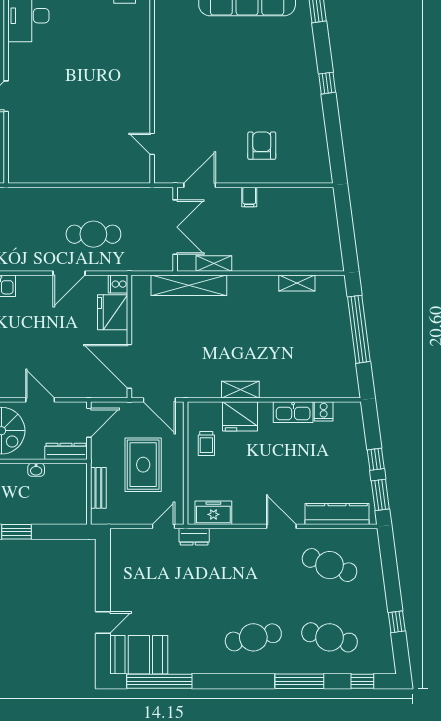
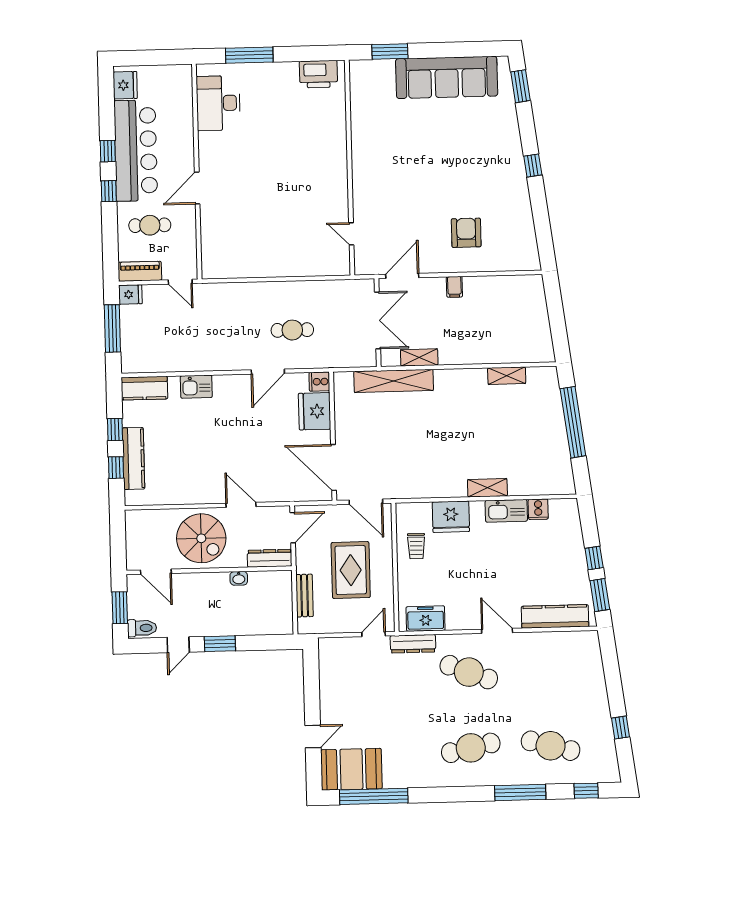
cafe table: (93, 234) -> (292, 330), width x0.73, depth x0.74
shelving: (240, 390) -> (487, 488), moved
dresser: (194, 537) -> (413, 644), width x1.44
cafe table: (330, 565) -> (469, 672), moved

